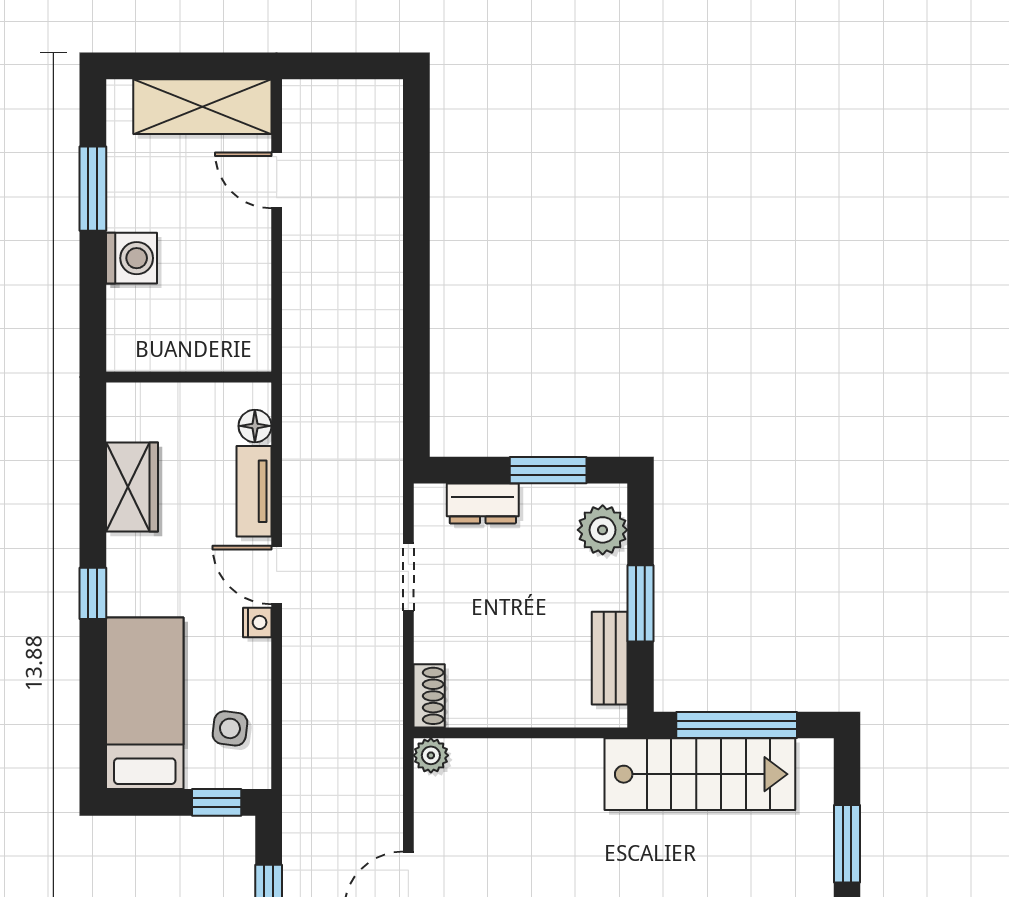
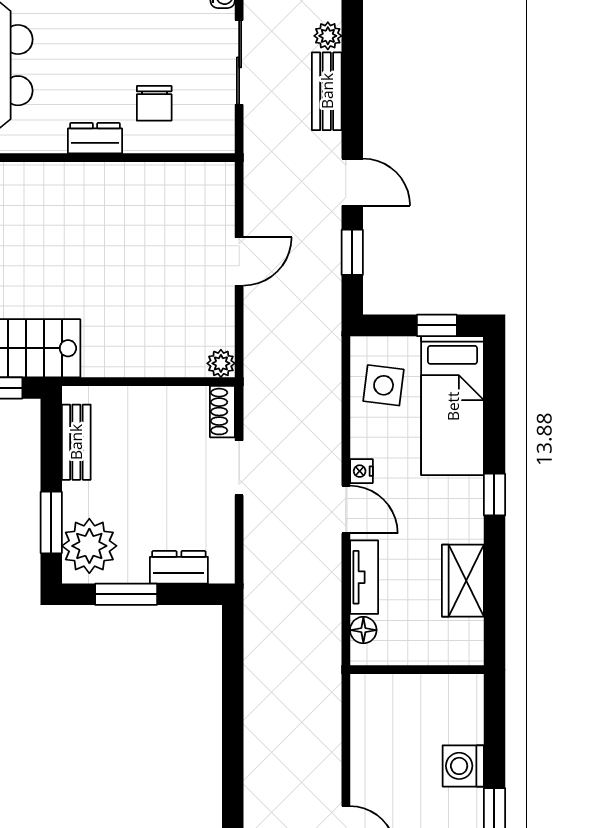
plant: (603, 530) -> (89, 546), width x1.36, depth x1.36
doorway: (408, 577) -> (239, 468), moved
window: (640, 603) -> (51, 523), moved
side table: (230, 728) -> (384, 385), width x1.37, depth x1.37
window: (217, 802) -> (437, 325), moved

